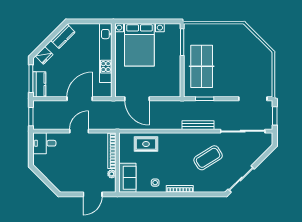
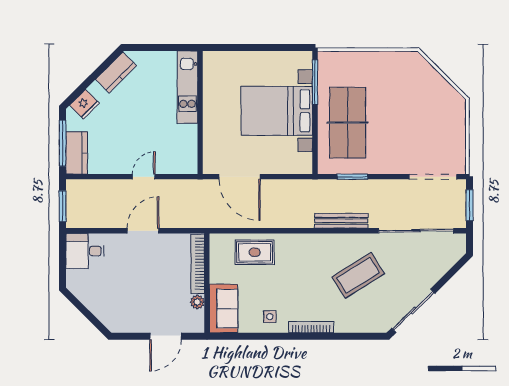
bed with nightstands: (139, 45) -> (277, 111), moved, turned 90
kitchen unit: (106, 53) -> (187, 87), width x0.73
door: (80, 99) -> (144, 177), width x0.53

